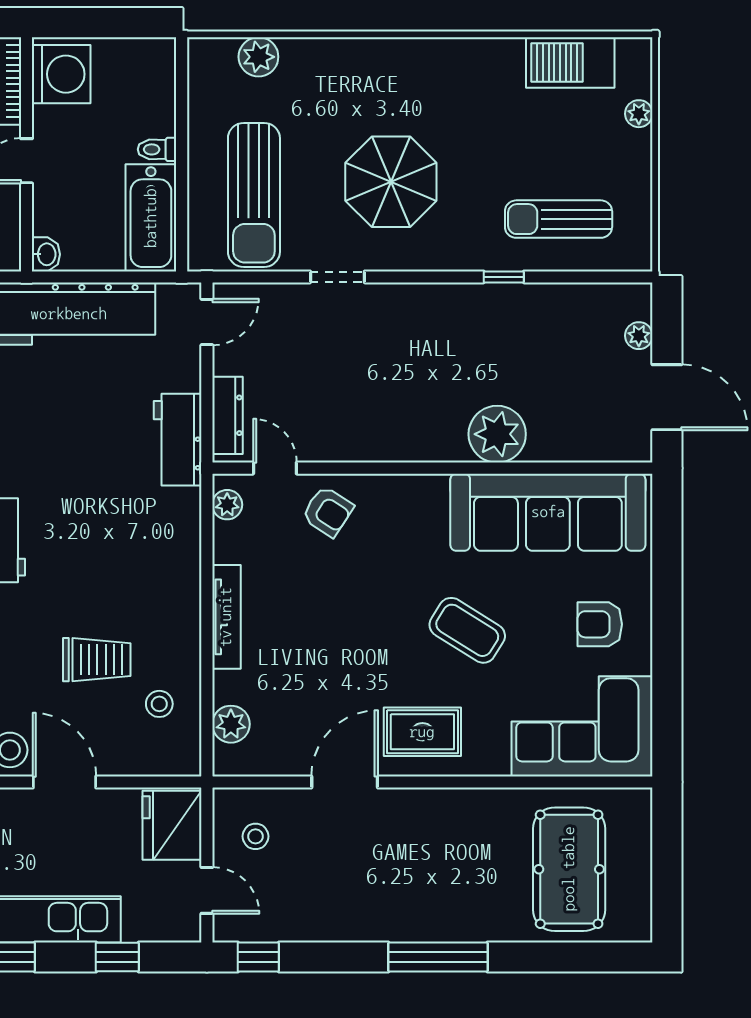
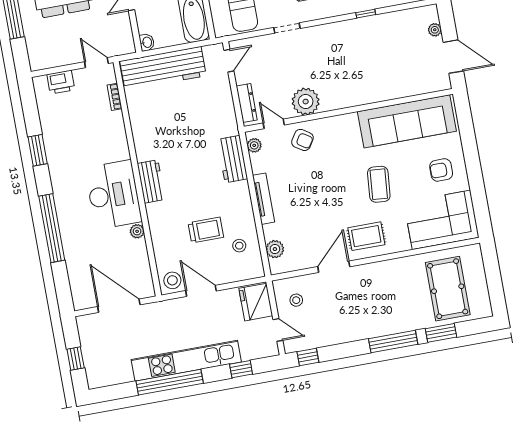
plant: (497, 434) -> (306, 102), moved
workbench: (178, 440) -> (233, 159), moved
coffee table: (467, 630) -> (379, 184), turned 63
window: (539, 957) -> (441, 333), added

